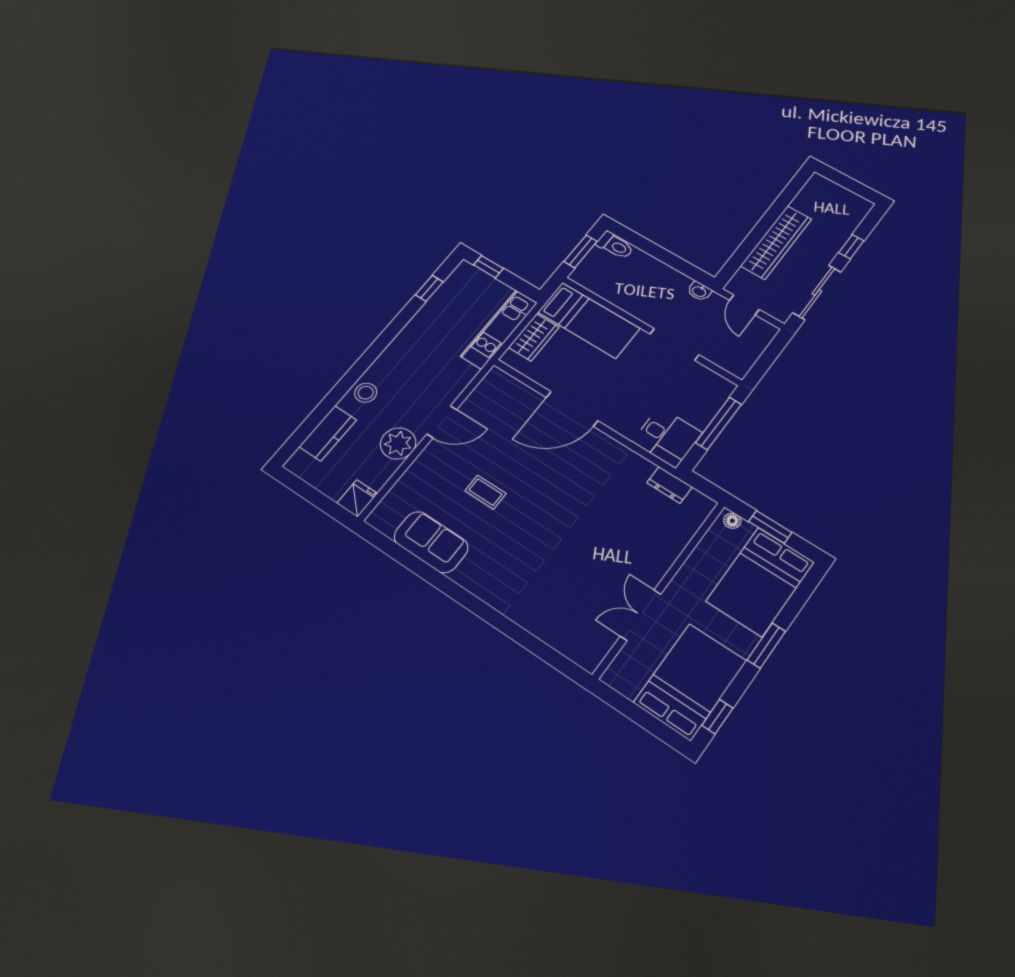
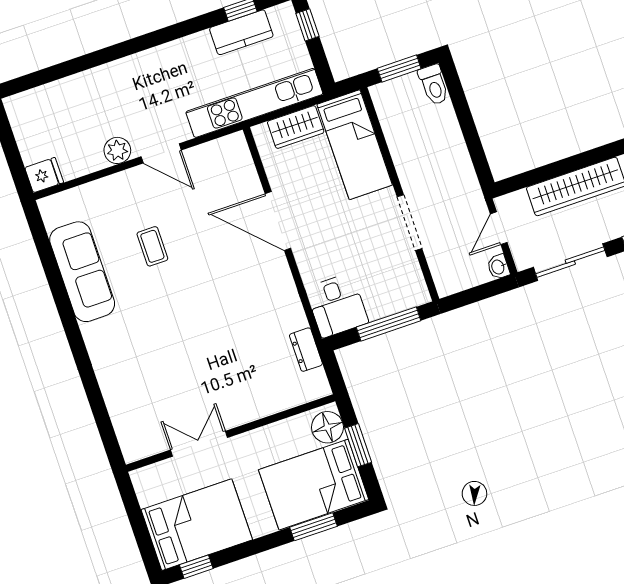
washbasin: (699, 291) -> (498, 267), moved
kitchen unit: (499, 329) -> (254, 103), width x1.36
stool: (366, 393) -> (116, 77), removed
kitchen counter: (328, 433) -> (241, 32), moved
plant: (398, 443) -> (117, 150), width x0.73, depth x0.73
floor lamp: (732, 521) -> (327, 427), width x1.89, depth x1.89
sofa: (431, 542) -> (82, 272), width x1.36
window: (766, 646) -> (313, 527), moved

